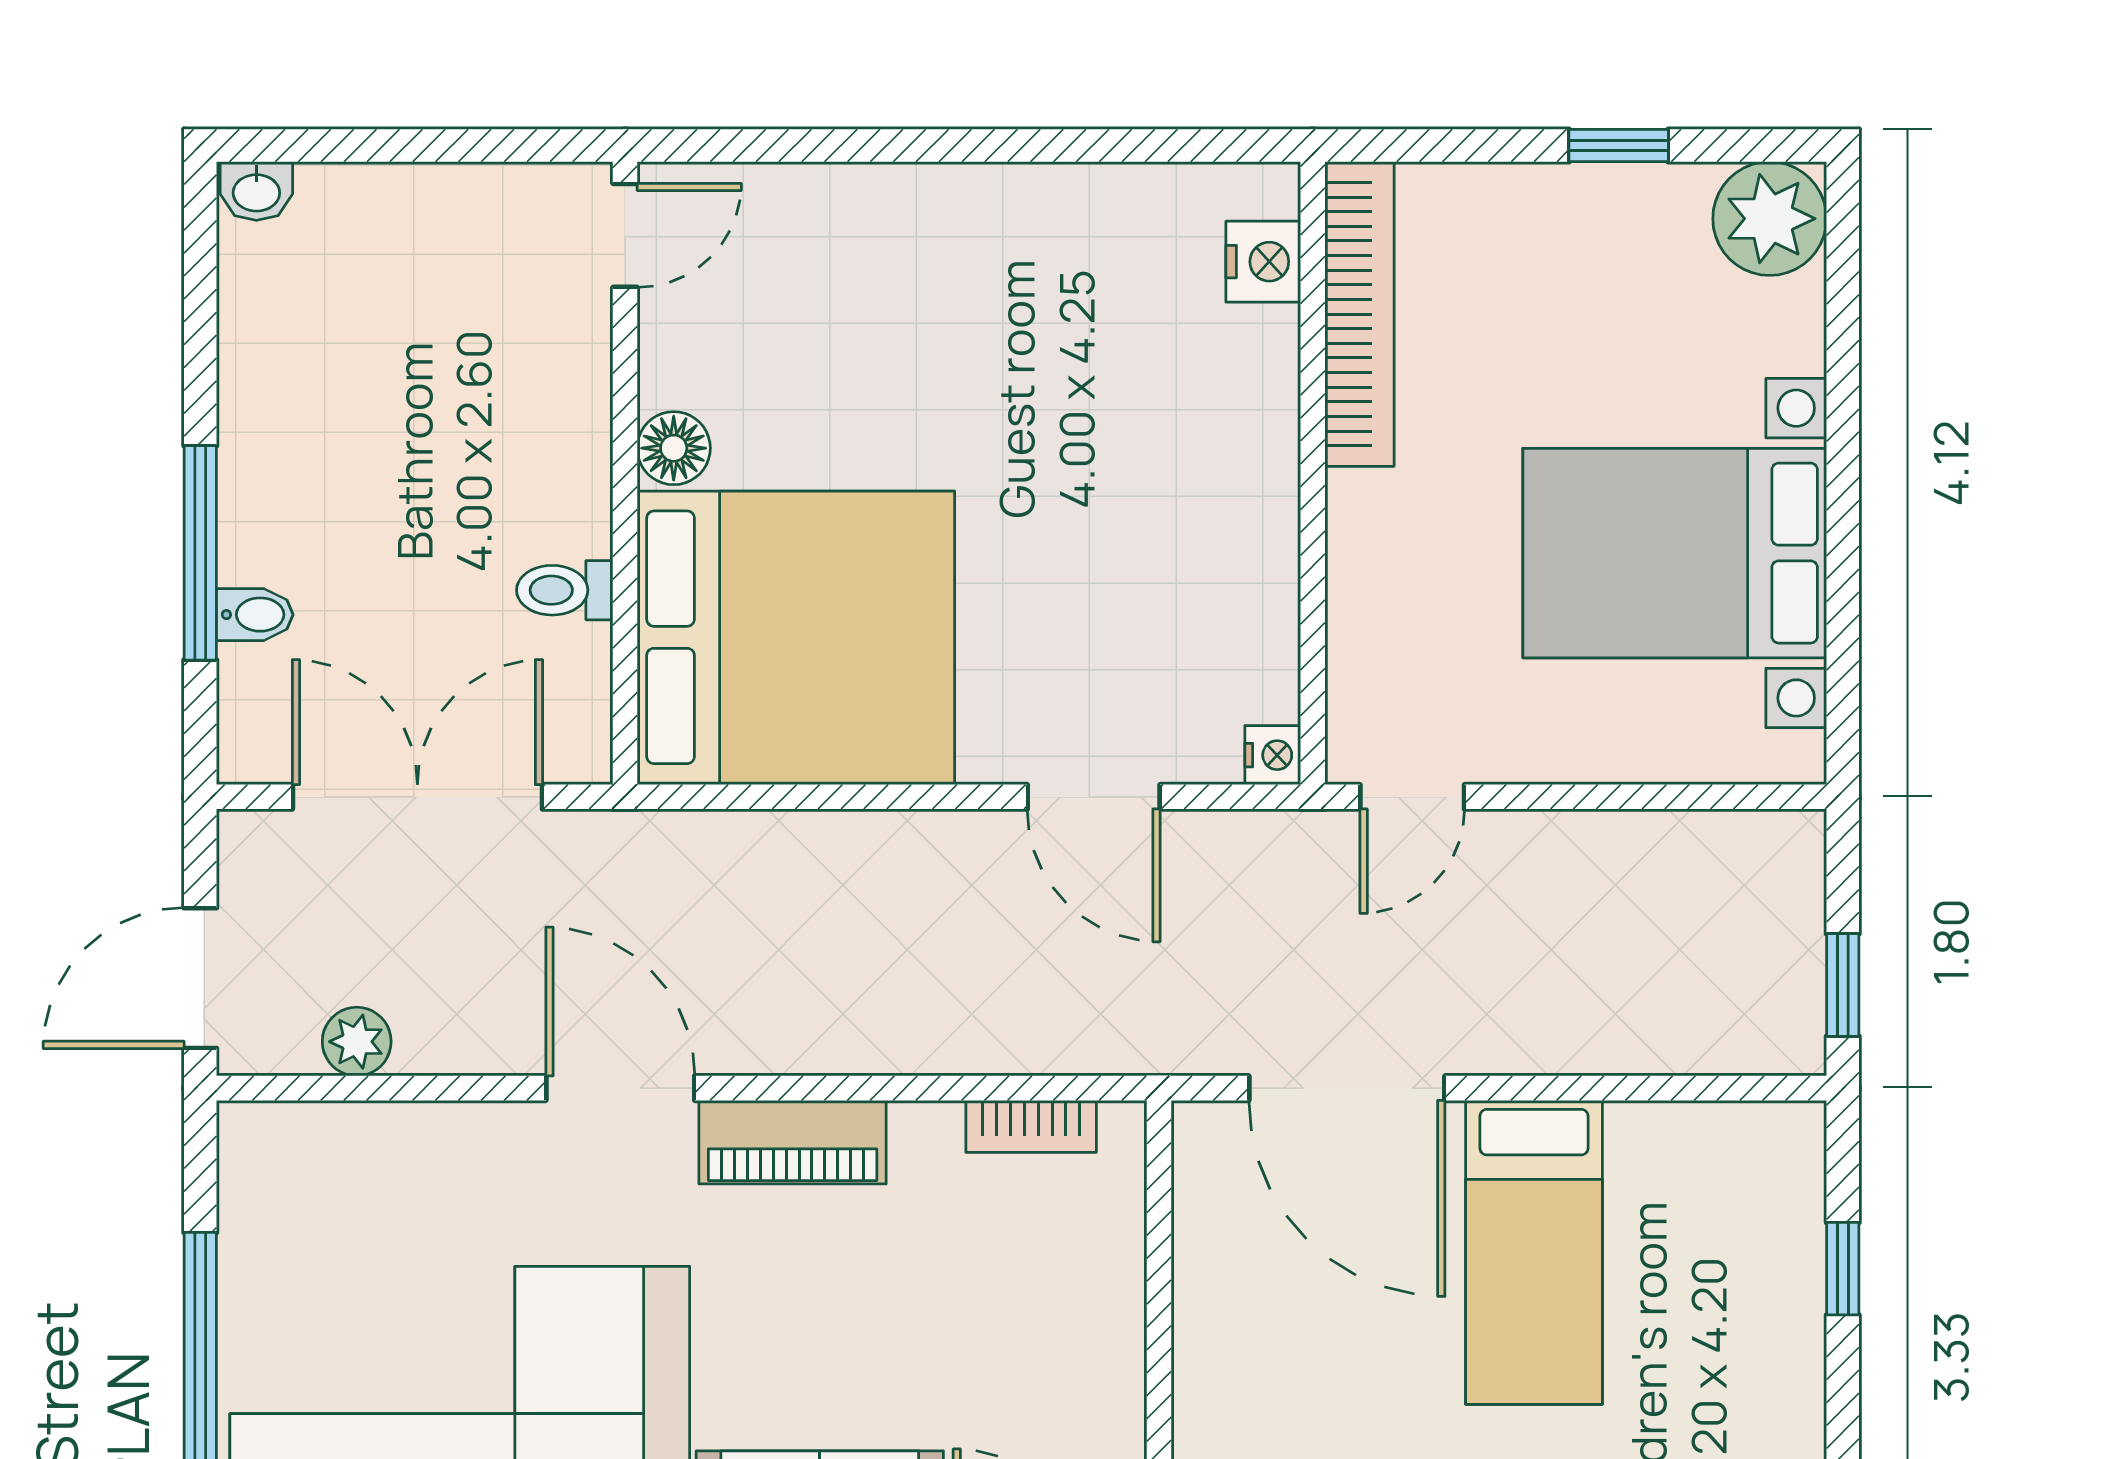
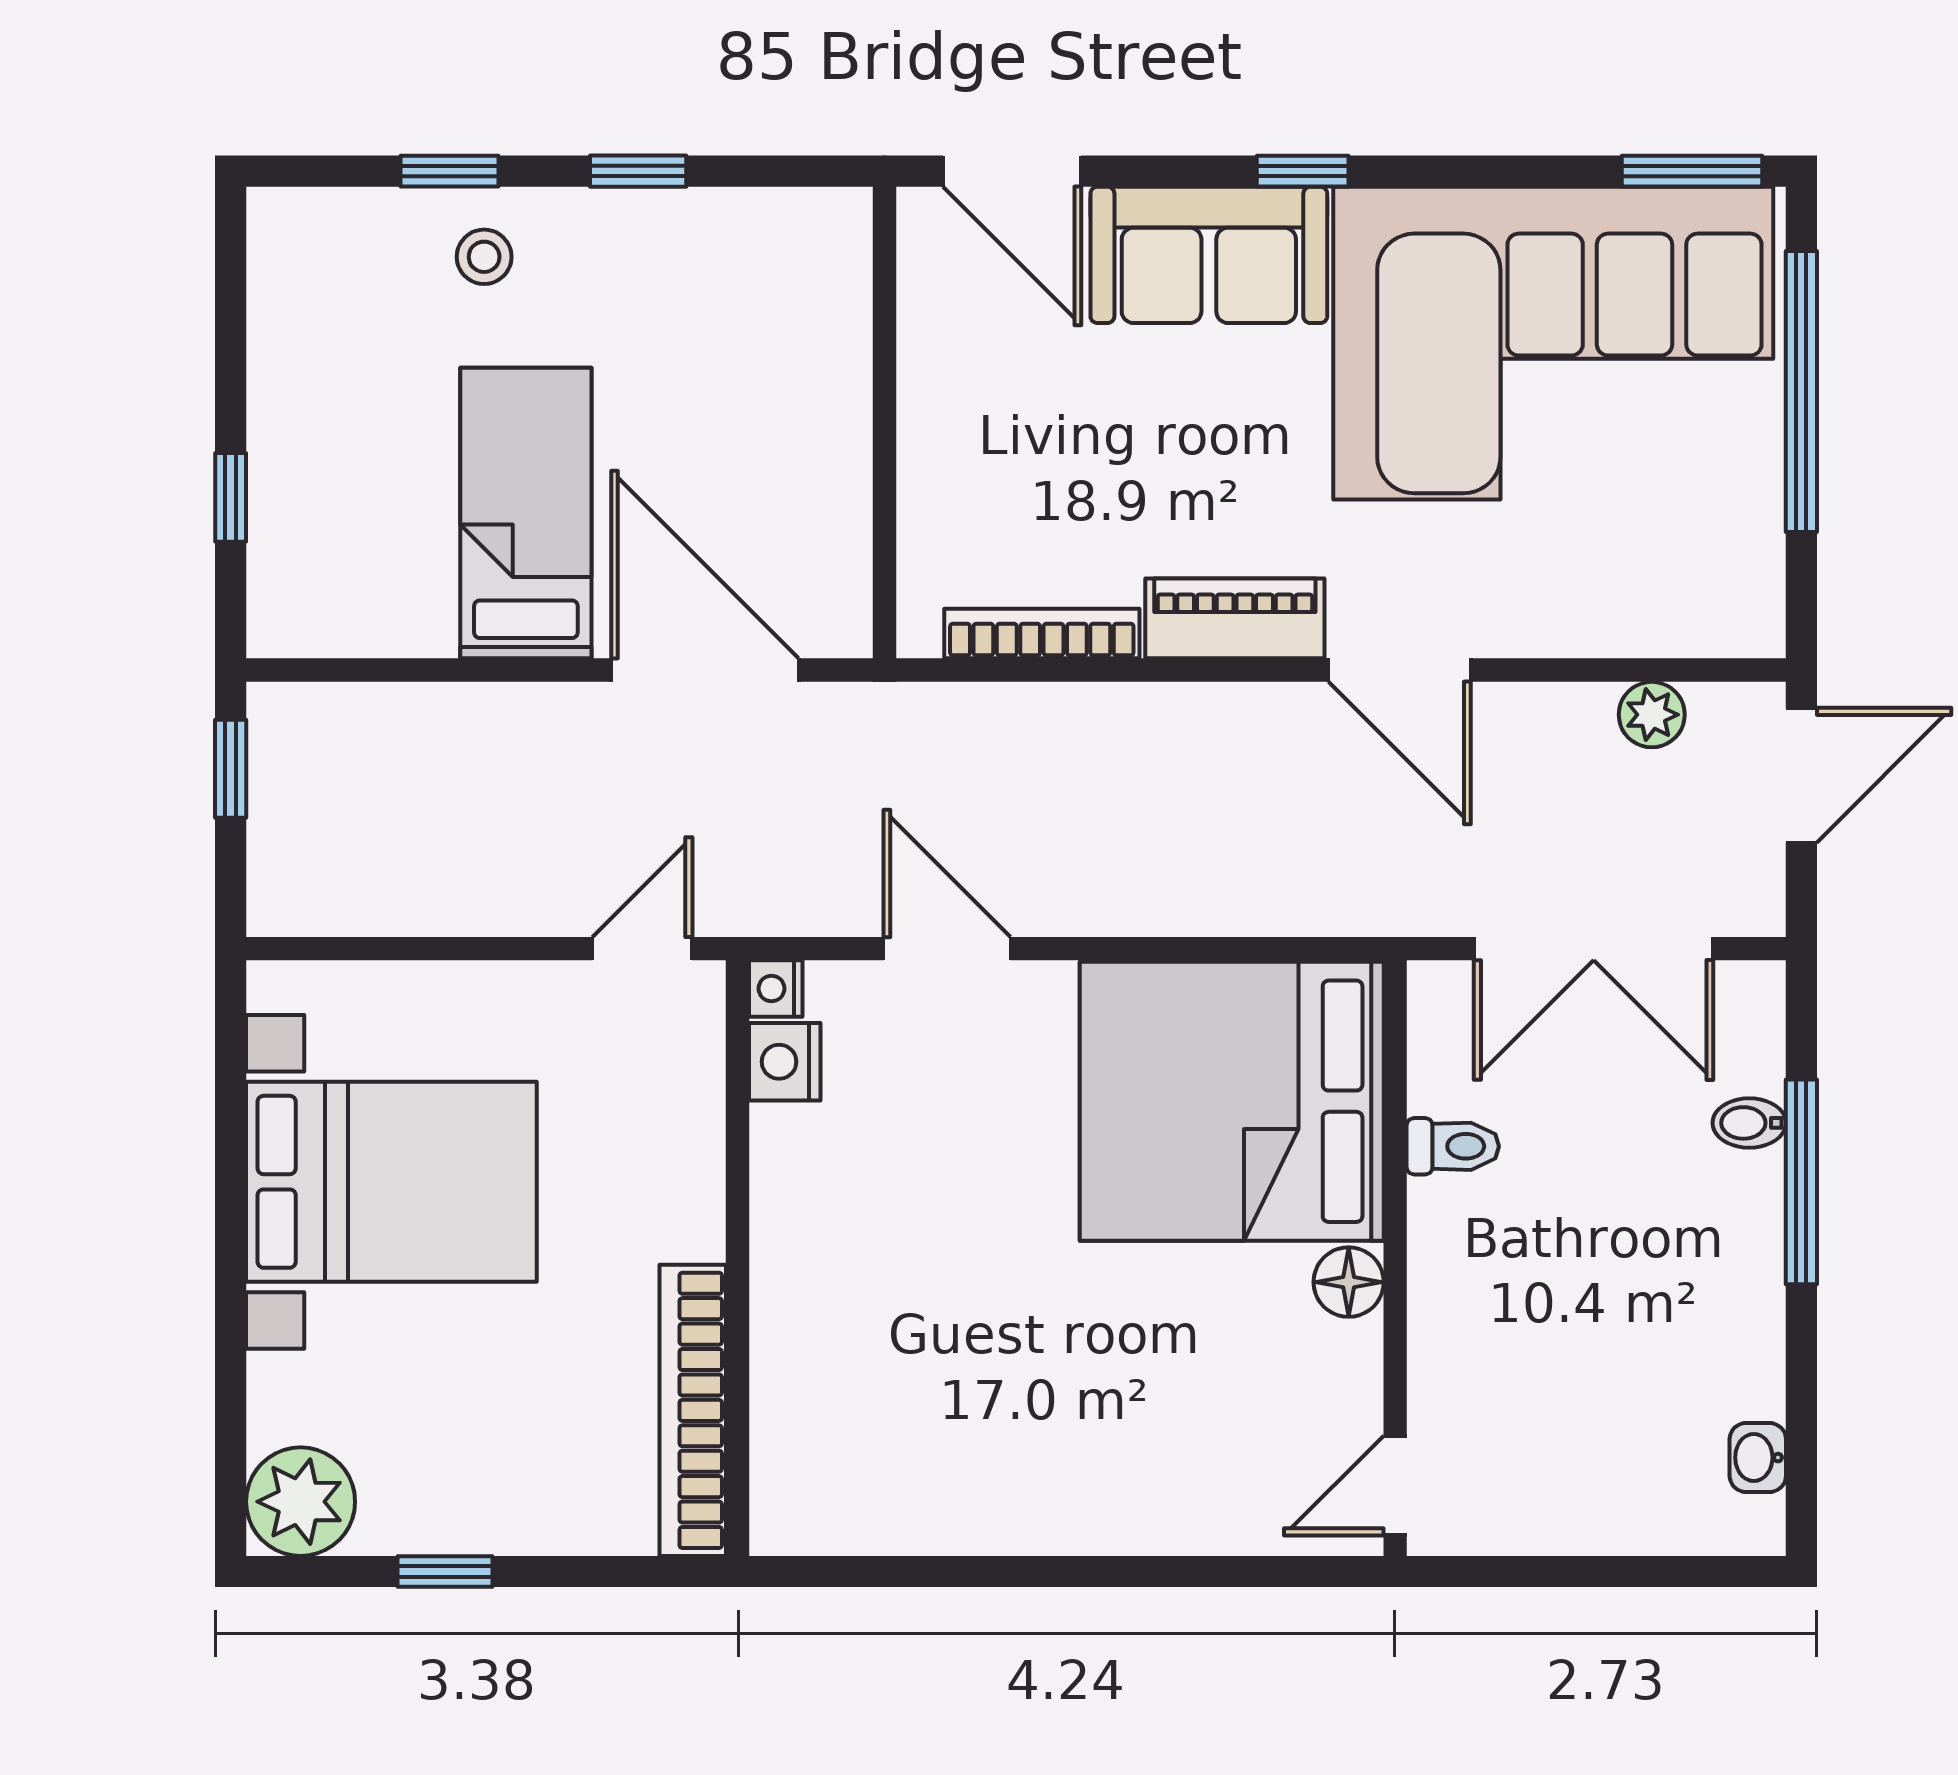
washbasin: (256, 191) -> (1758, 1458), moved, turned -90
nightstand: (1263, 262) -> (785, 1062), moved
bookcase: (1031, 1126) -> (1042, 634), width x1.56

